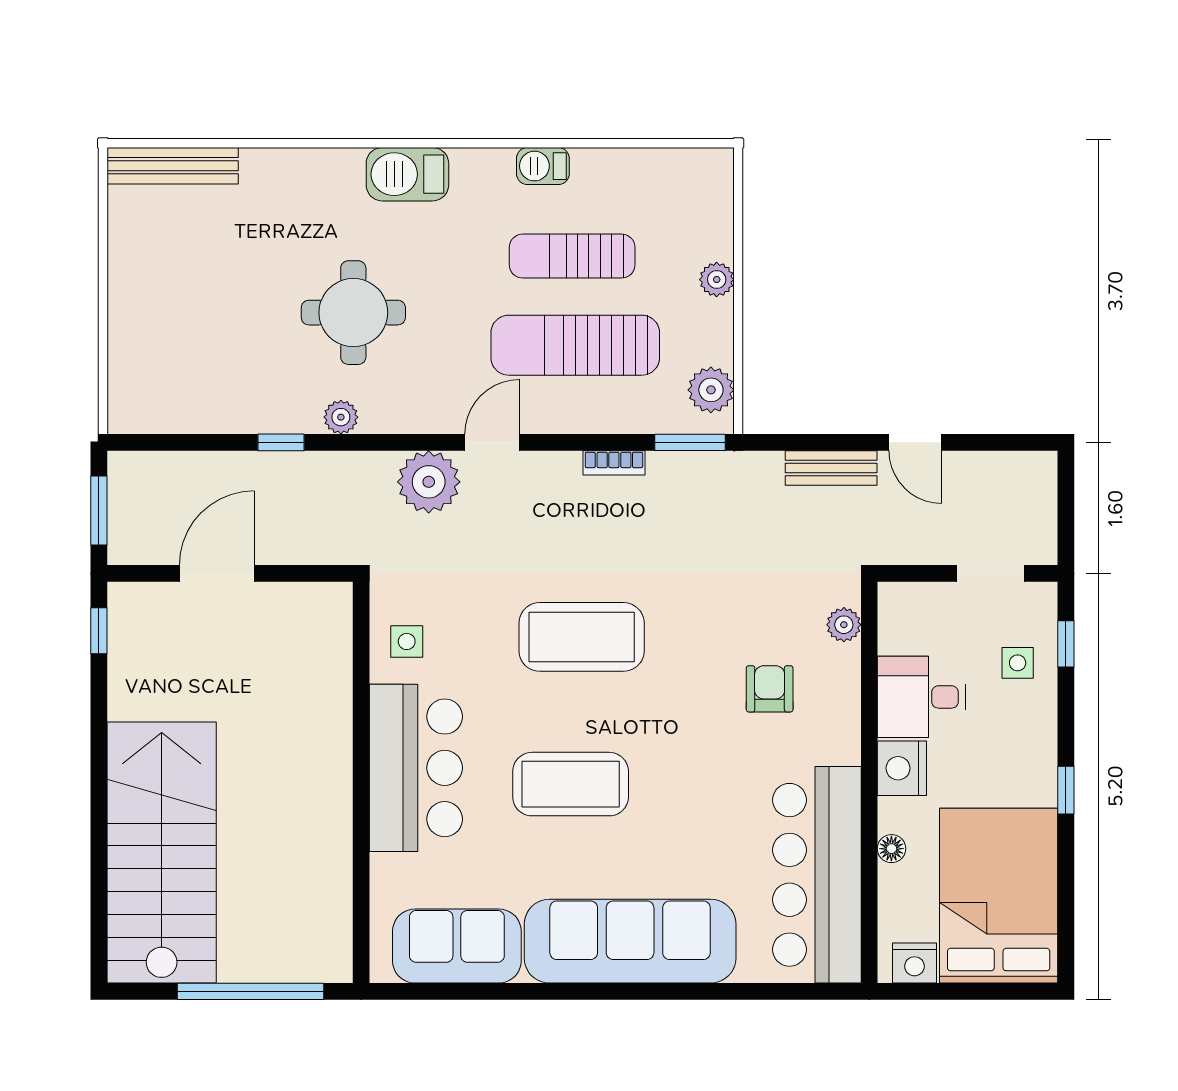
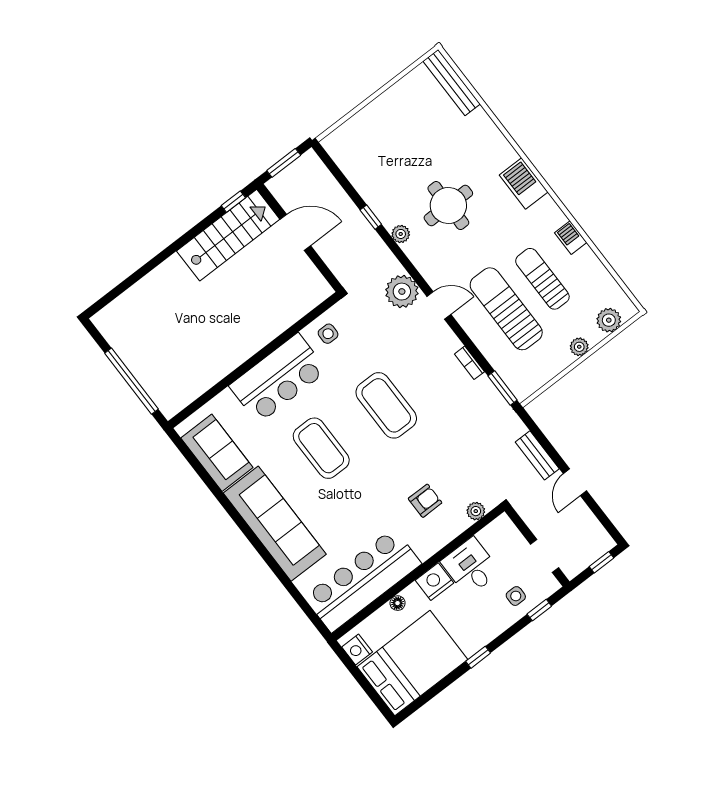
plant: (711, 390) -> (609, 320), moved
window: (1066, 495) -> (601, 562), added
stairs: (162, 853) -> (228, 235), moved, width x0.73, depth x0.66

